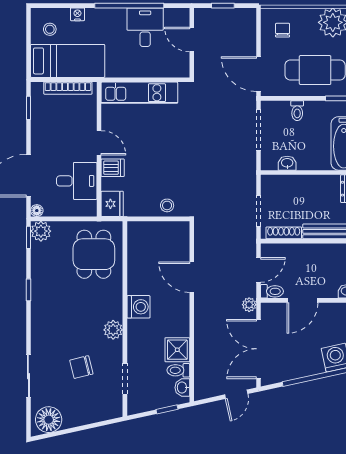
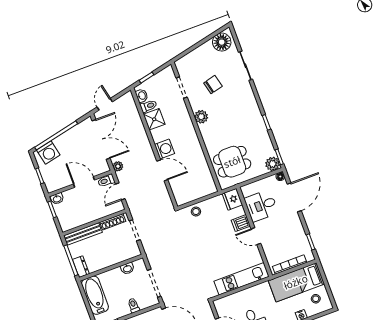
dining table: (94, 254) -> (232, 162), turned 90
door: (302, 300) -> (84, 182), hinge flipped
washing machine: (139, 307) -> (165, 149), moved, turned 180

